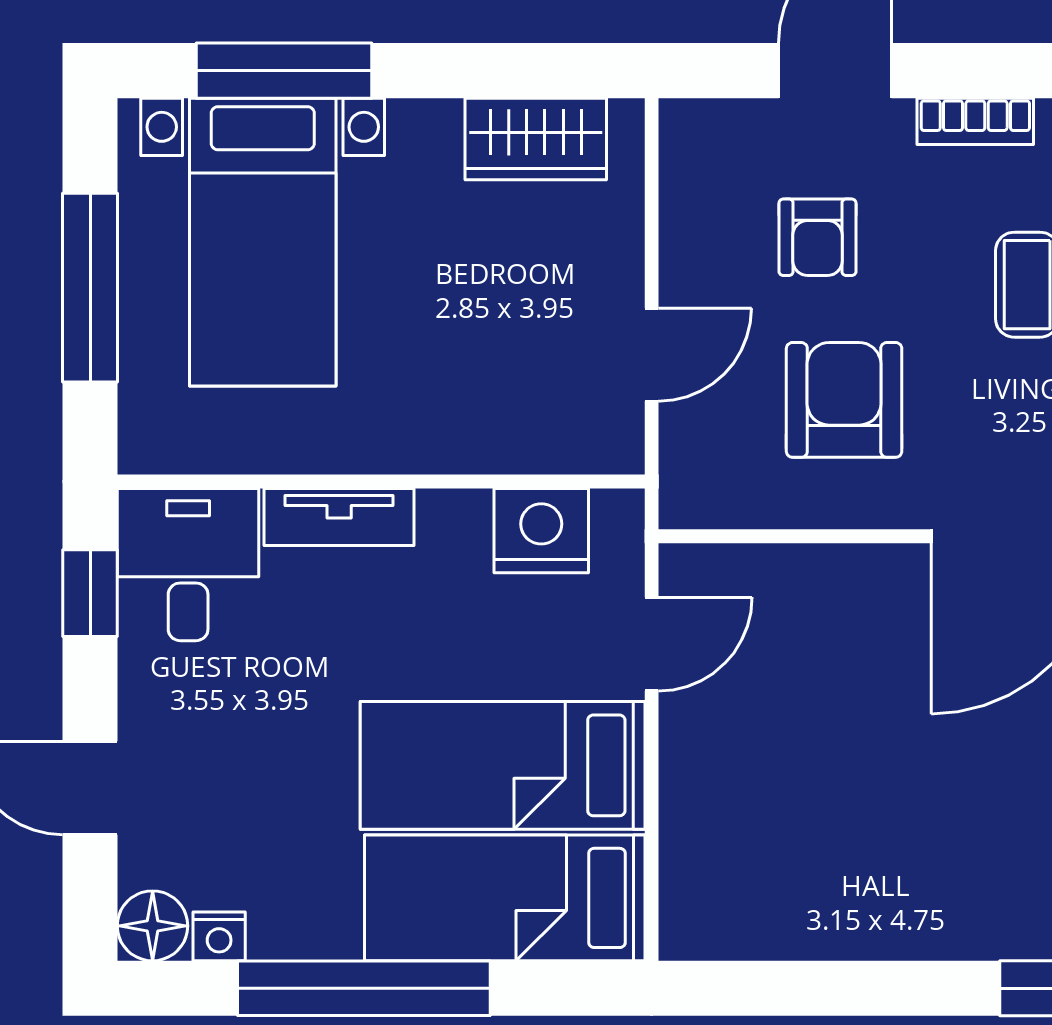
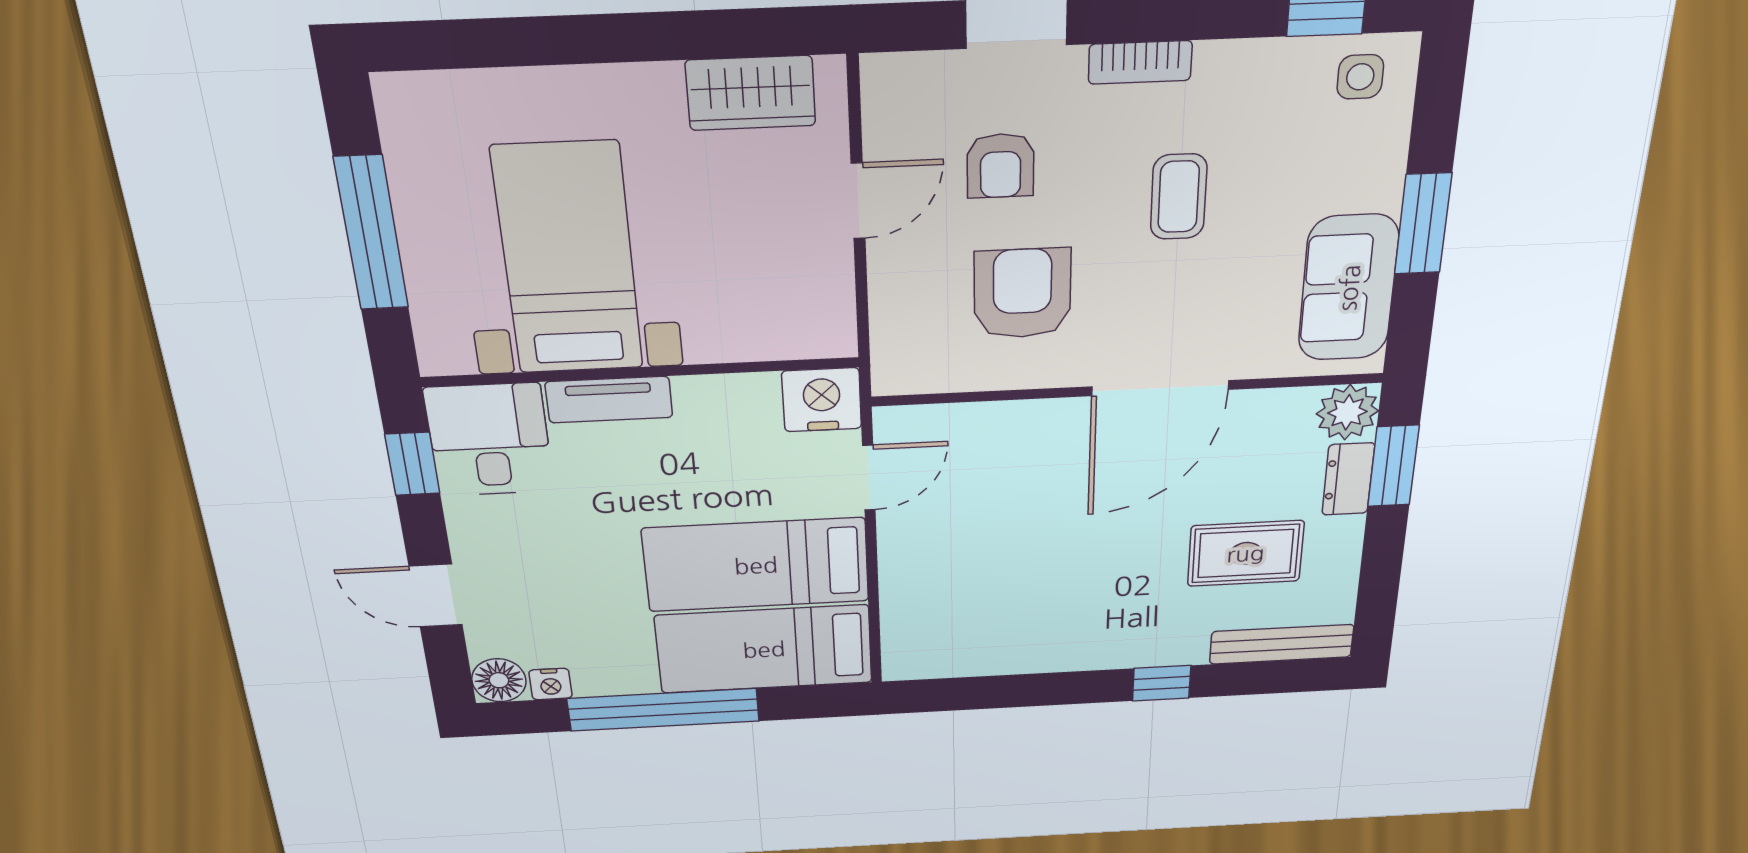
window: (284, 71) -> (517, 42), removed
bed with nightstands: (263, 242) -> (568, 259), moved, turned 180
door: (652, 355) -> (858, 201), moved
nightstand: (541, 531) -> (822, 400), moved

